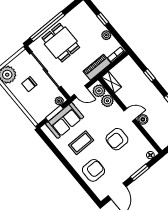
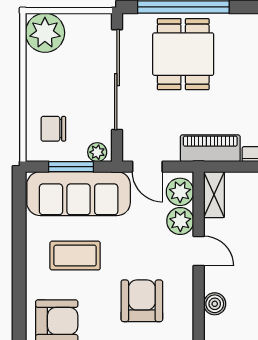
chair: (29, 84) -> (53, 129), moved
door: (130, 115) -> (199, 251), moved
sofa: (65, 120) -> (79, 194), width x1.36
armchair: (117, 139) -> (142, 301), turned 90

